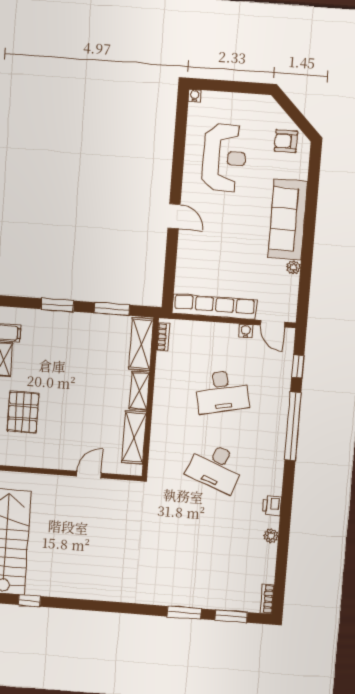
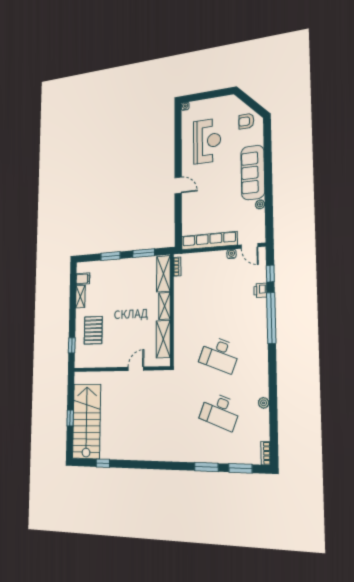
desk: (222, 392) -> (220, 411), moved, turned 33
printer: (272, 506) -> (260, 290), moved

